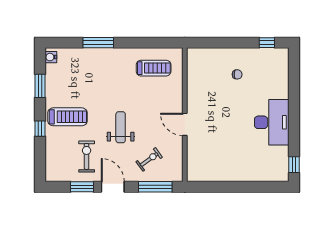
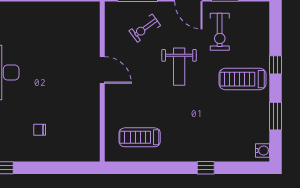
window: (98, 43) -> (206, 168), width x0.46

